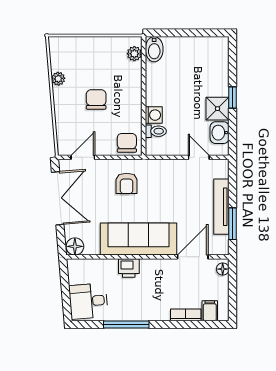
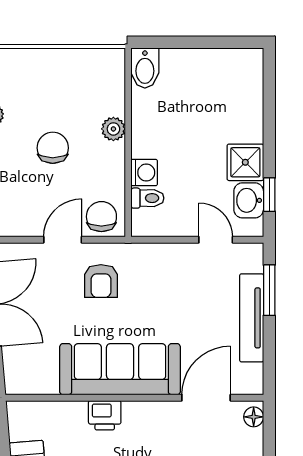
plant: (134, 54) -> (113, 129), moved
window: (233, 97) -> (269, 195), moved
door: (83, 157) -> (63, 240), moved
window: (233, 224) -> (269, 290), moved
floor lamp: (75, 246) -> (19, 381), removed

